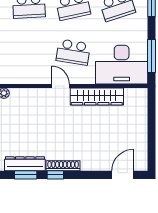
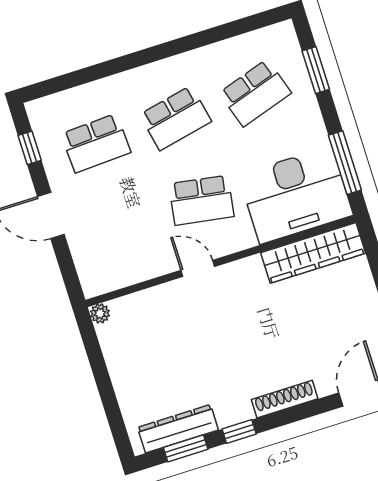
wardrobe: (97, 97) -> (313, 253), moved
shoe rack: (63, 166) -> (285, 399), moved

